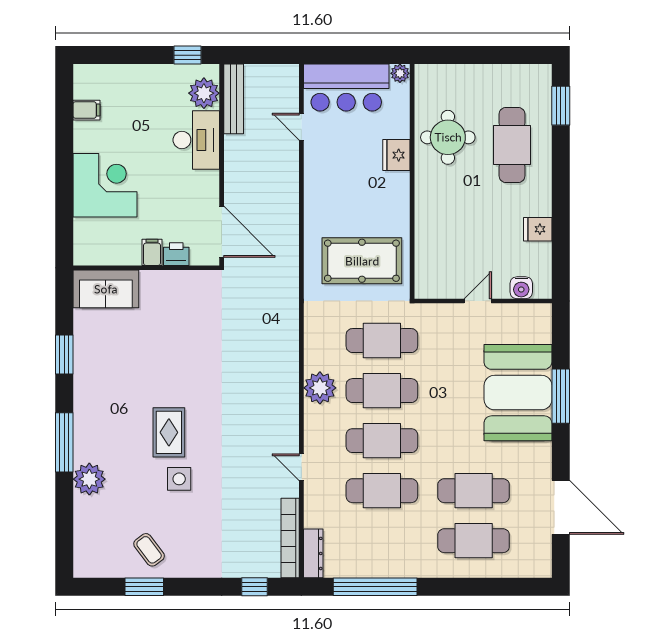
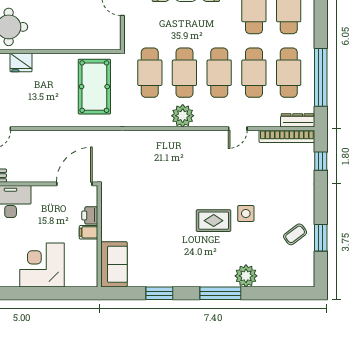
cafe table: (382, 541) -> (289, 73), added

